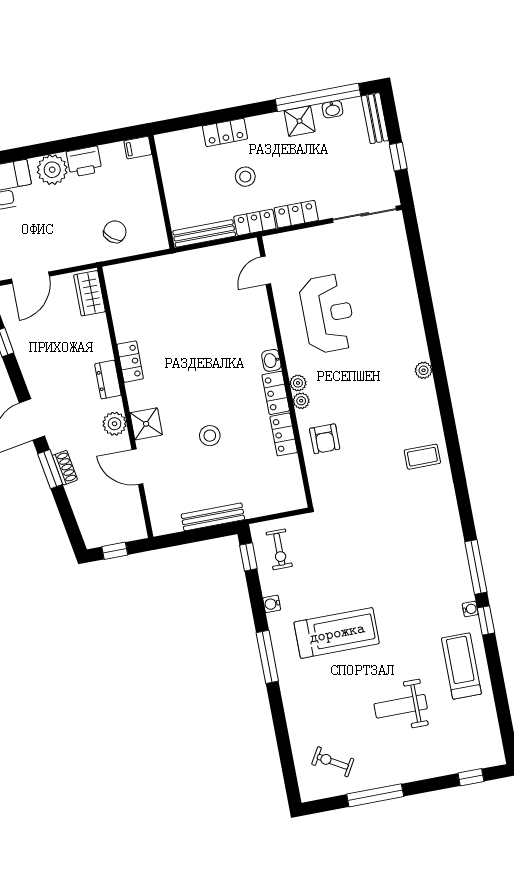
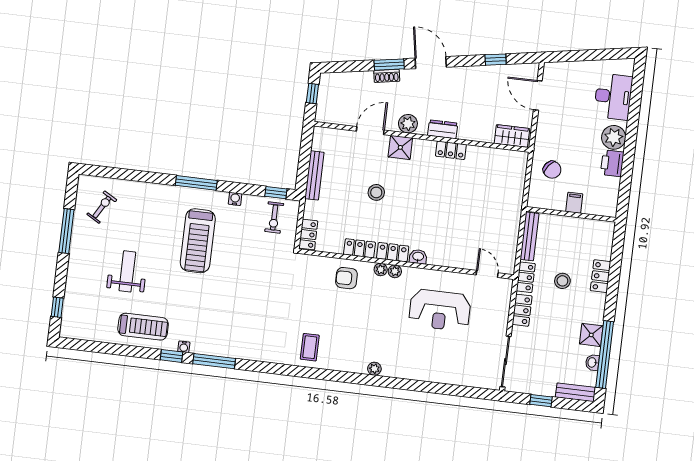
filing cabinet: (138, 148) -> (574, 203), moved
locker: (287, 502) -> (308, 235), added
exercise bike: (279, 549) -> (274, 218), turned -90

